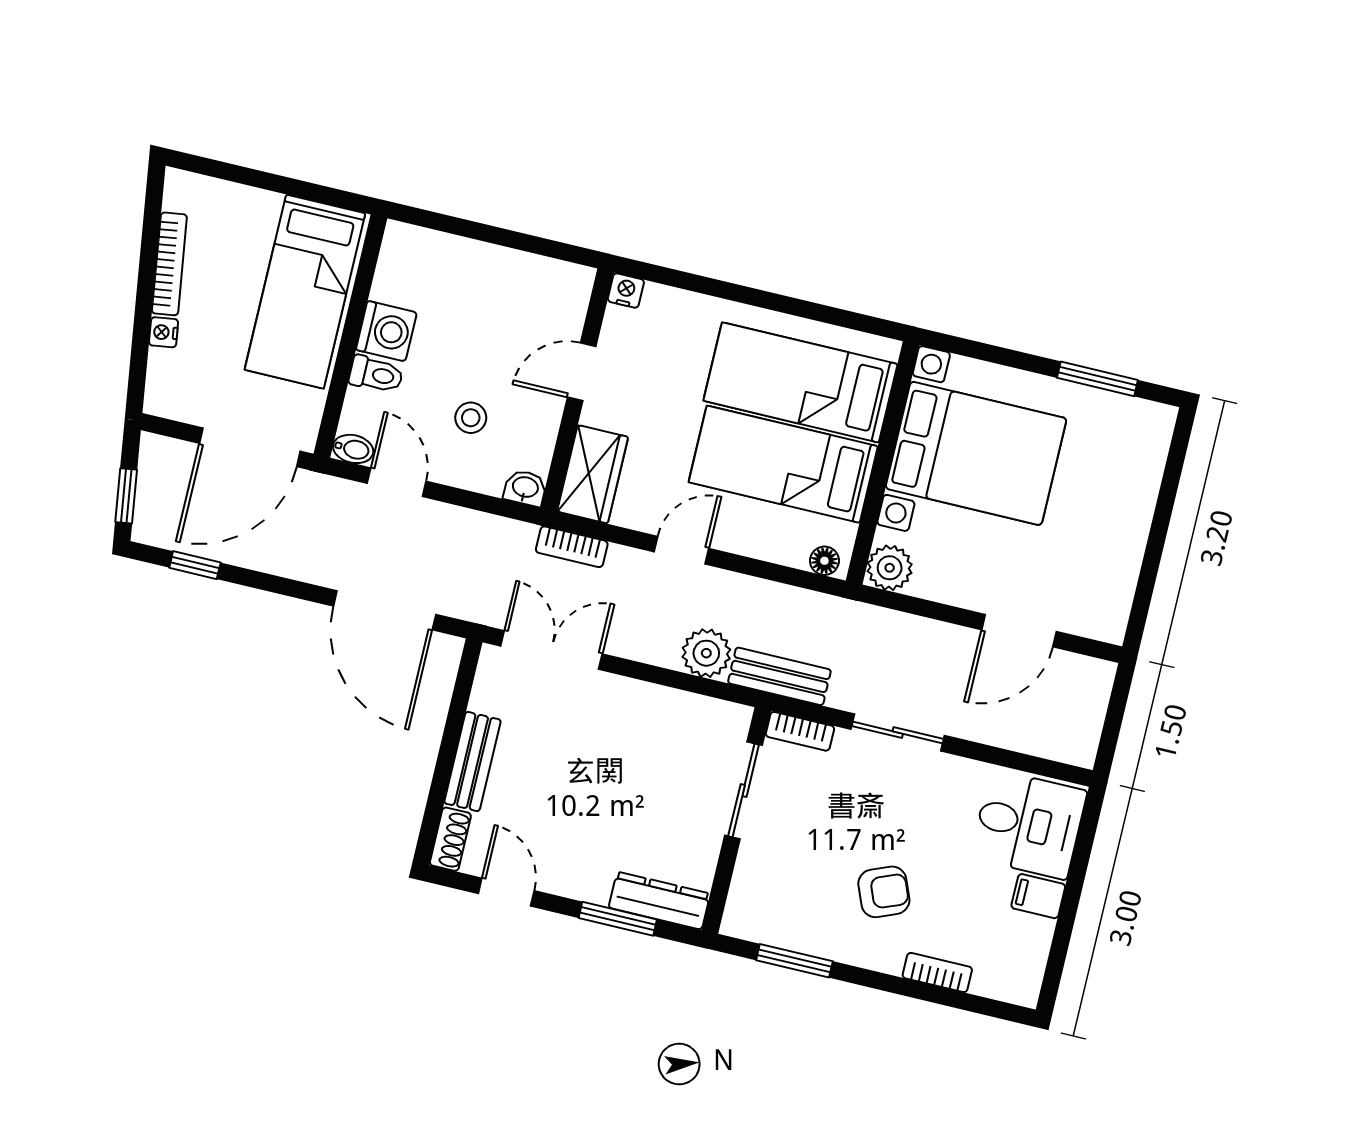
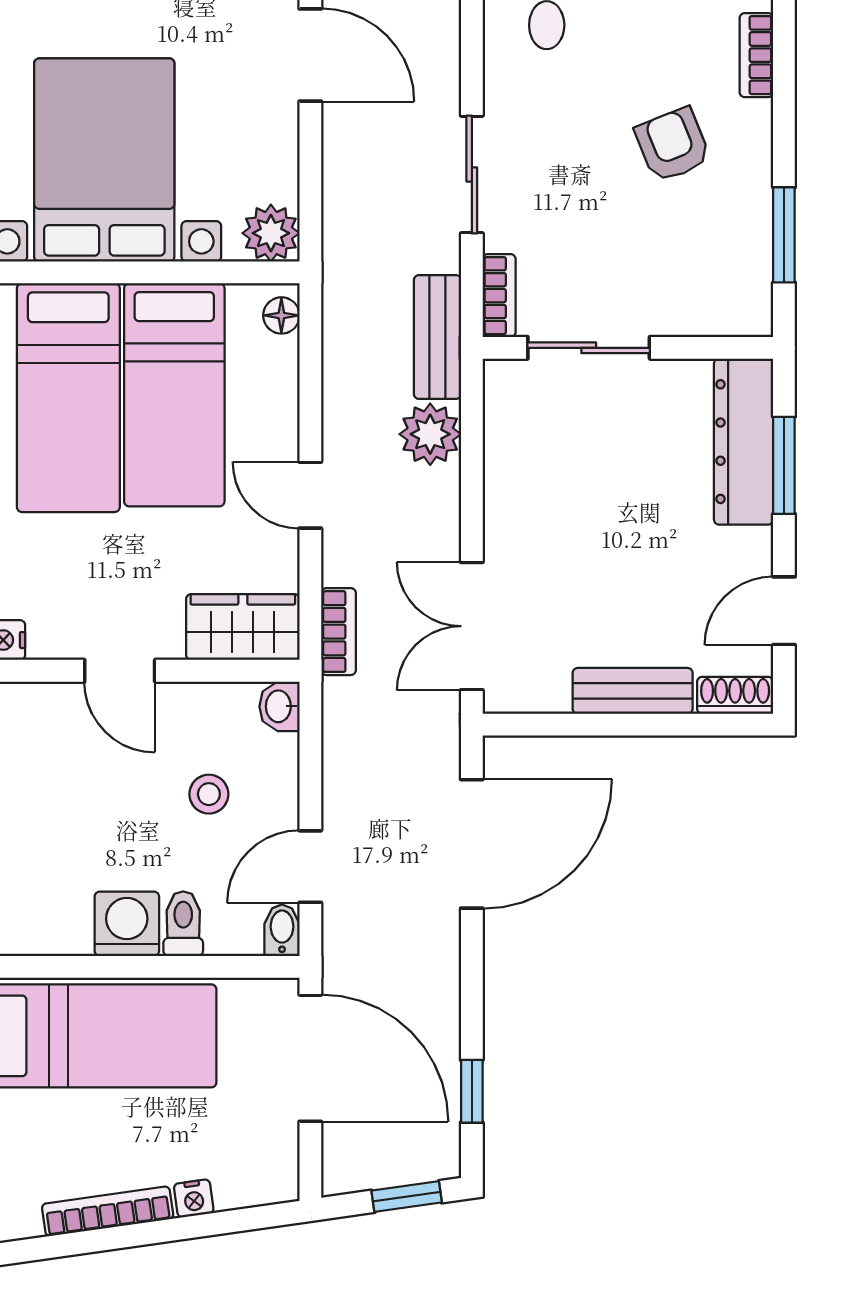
dresser: (659, 901) -> (744, 442), width x1.37, depth x1.24

